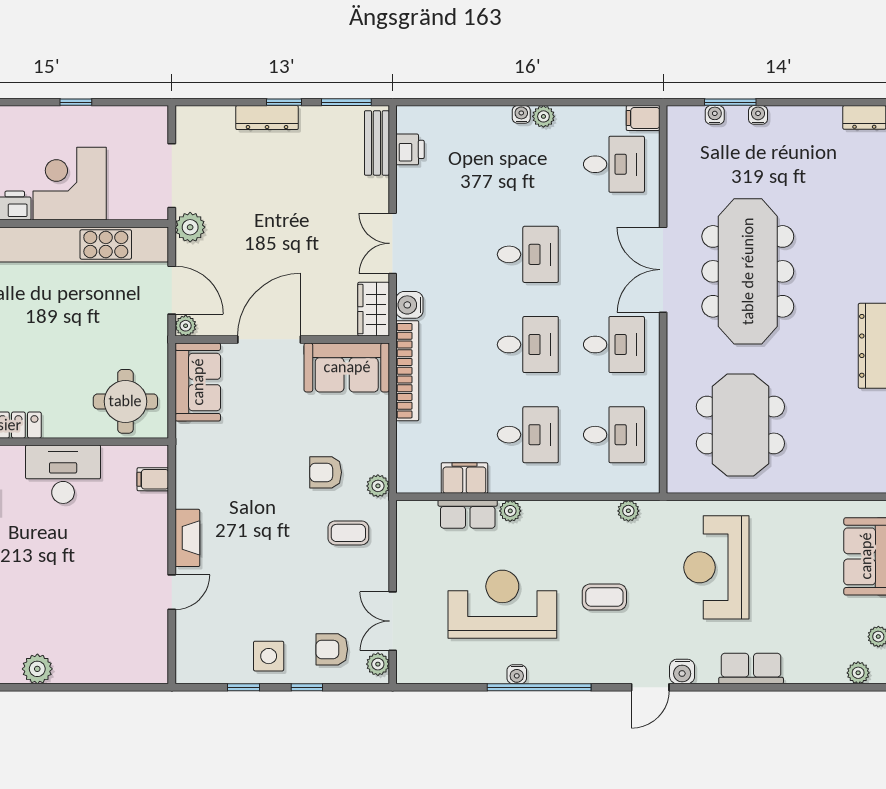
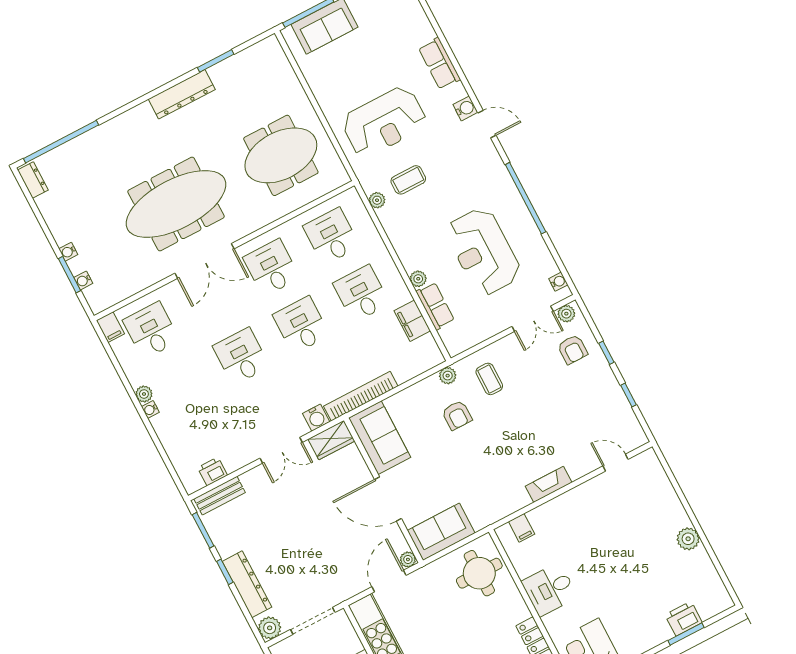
dresser: (267, 118) -> (247, 584), width x1.37, depth x1.24
plant: (190, 227) -> (270, 628), moved
desk: (63, 474) -> (549, 589), width x0.73
door: (172, 592) -> (615, 463), moved
coffee table: (604, 597) -> (408, 180), moved, turned 90
side table: (269, 656) -> (599, 389), removed
water cooler: (517, 674) -> (558, 282), moved

